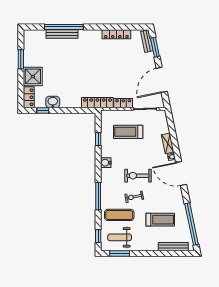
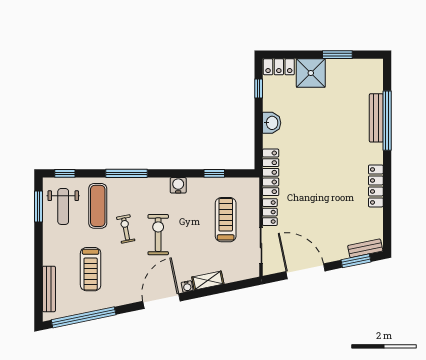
locker: (116, 34) -> (376, 186), moved
washbasin: (53, 102) -> (272, 123), moved
weight bench: (120, 237) -> (63, 206), turned 180

